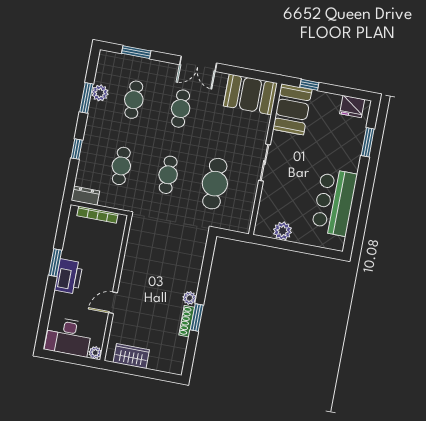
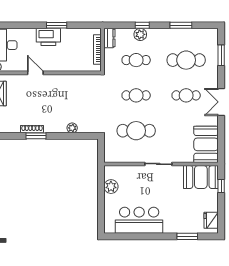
plant: (100, 93) -> (140, 34), moved
cafe table: (134, 100) -> (186, 60), width x1.37, depth x1.35
plant: (189, 298) -> (72, 128), moved

